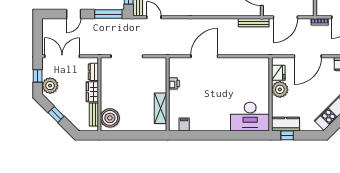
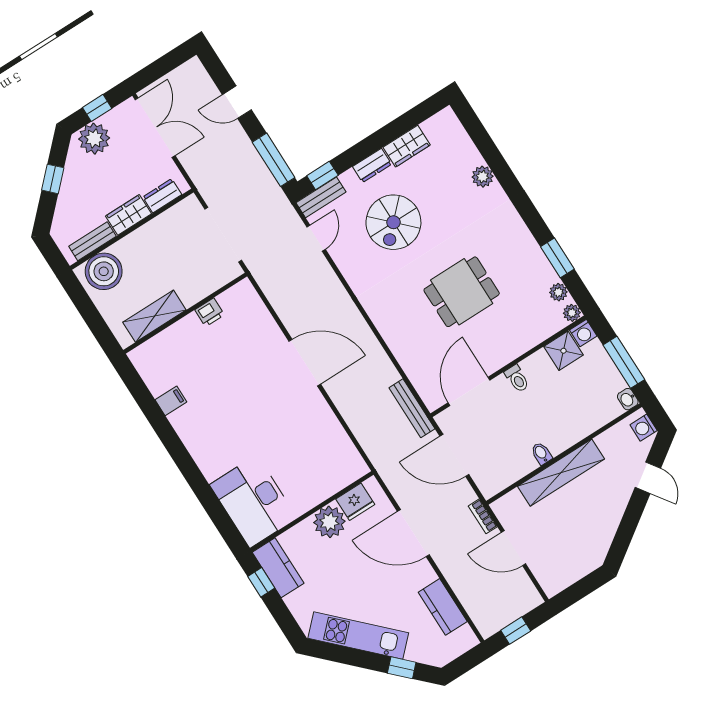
printer: (174, 83) -> (210, 312), moved
wall: (168, 94) -> (185, 313), moved
shelving: (160, 108) -> (154, 316), moved

